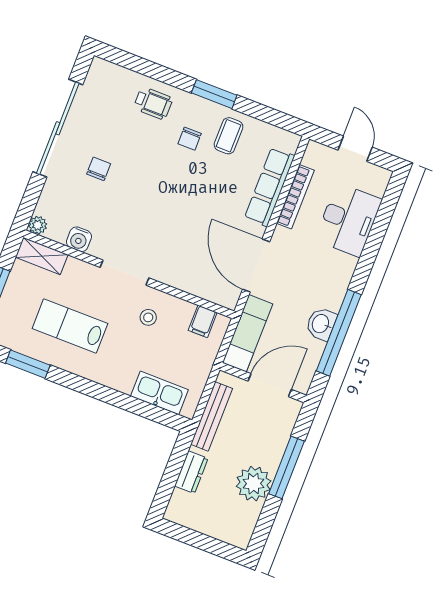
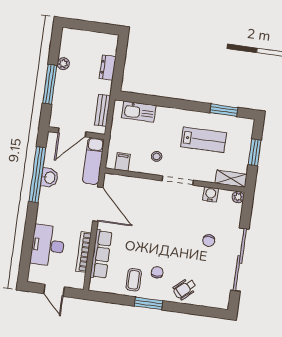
wheelchair: (153, 103) -> (185, 289), turned -42
bench: (212, 416) -> (102, 110), width x0.73
plant: (254, 484) -> (63, 64), width x0.53, depth x0.53

